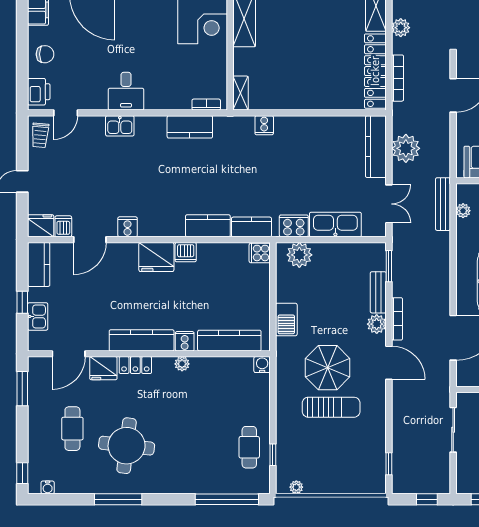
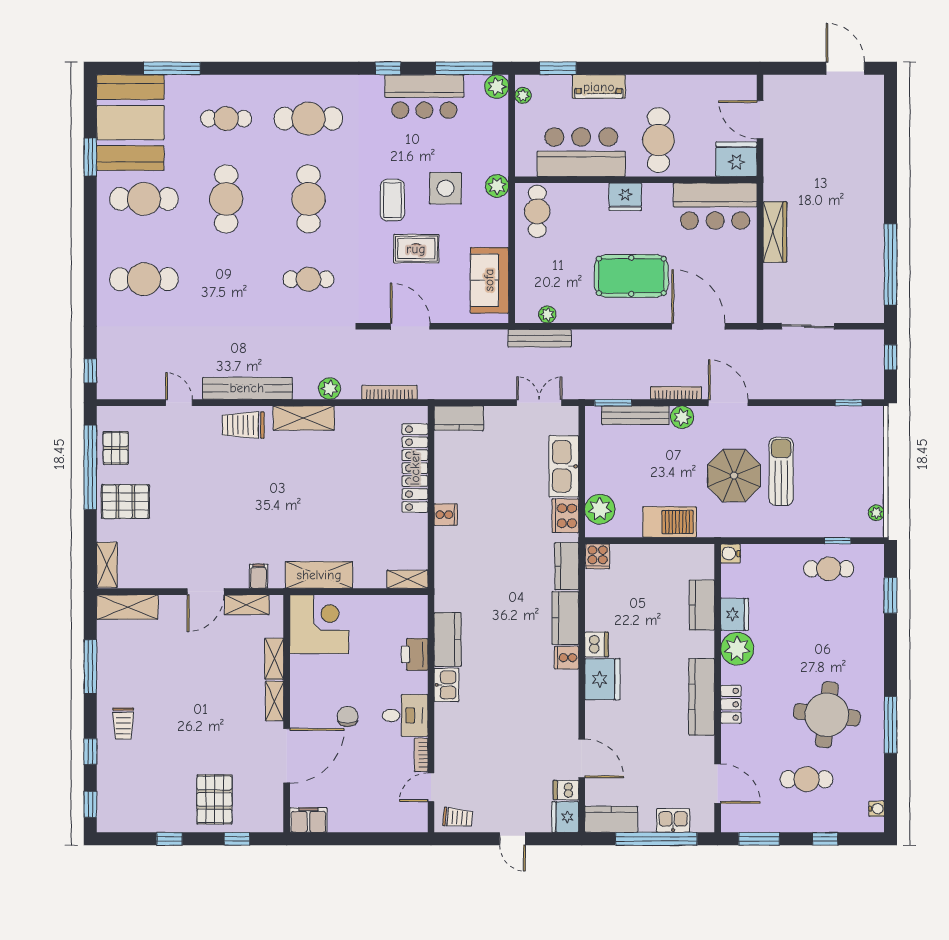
chair: (45, 54) -> (348, 716), moved
locker: (375, 71) -> (415, 468), moved, turned 90
printer: (39, 92) -> (415, 654), moved, turned -90
bookcase: (206, 105) -> (421, 755), moved
door: (66, 113) -> (431, 787), swing flipped
cooker: (264, 125) -> (446, 515), moved
kitchen sink: (120, 126) -> (446, 685), moved
kitchen counter: (376, 147) -> (459, 418), width x0.67
plant: (406, 148) -> (473, 383), removed
cooker: (128, 227) -> (567, 658), moved
bench: (378, 292) -> (635, 415), width x1.36
window: (22, 302) -> (656, 839), width x3.17
barbecue: (286, 319) -> (670, 522), width x1.37, depth x1.21
cooker: (185, 341) -> (703, 646), removed
kitchen counter: (229, 341) -> (702, 605), width x0.67
door: (389, 363) -> (728, 403), hinge flipped
plant: (182, 364) -> (737, 649), width x1.88, depth x1.88
fridge: (103, 368) -> (735, 614), moved
window: (22, 473) -> (825, 839), moved
window: (227, 499) -> (891, 595), width x0.47

